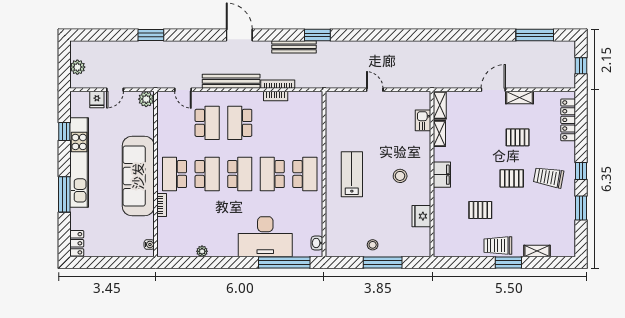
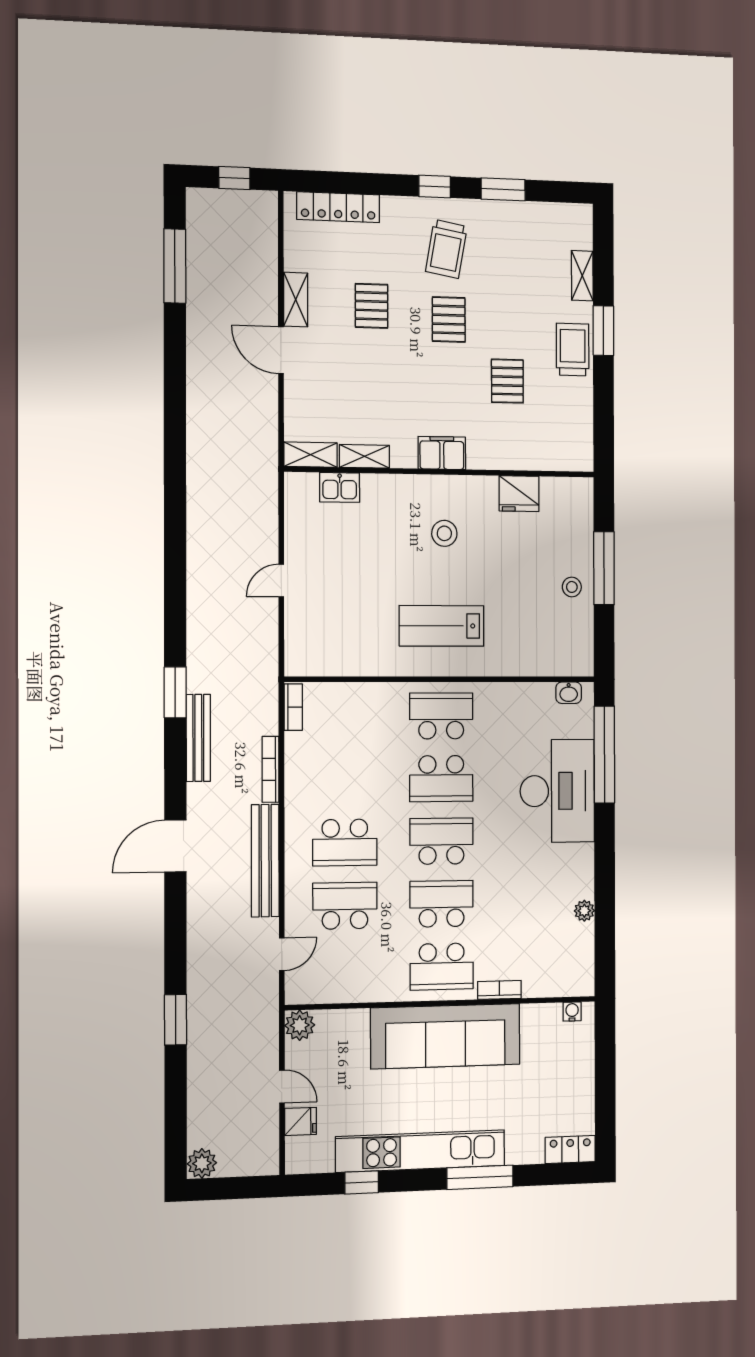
plant: (77, 67) -> (202, 1163), moved
bookcase: (276, 96) -> (293, 707), moved
trolley: (498, 246) -> (573, 349), turned 180

